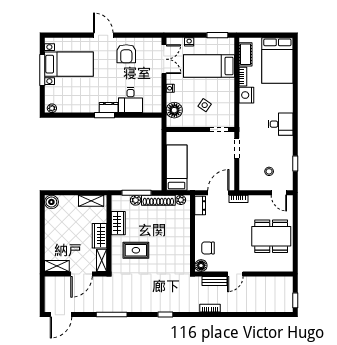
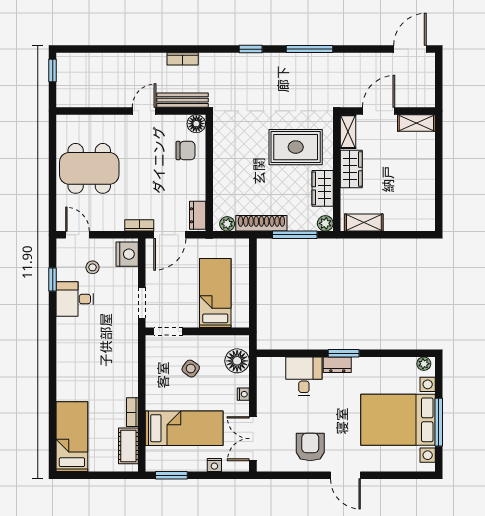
bed: (277, 60) -> (72, 437), width x0.67
bed with nightstands: (69, 64) -> (398, 420), width x1.36
nightstand: (246, 95) -> (127, 254), moved
desk: (281, 124) -> (75, 299), moved
bed: (177, 168) -> (215, 293), moved, turned 180
plant: (136, 200) -> (325, 223), moved
boiler: (51, 202) -> (425, 221), removed
rug: (136, 250) -> (296, 147), width x1.36, depth x1.43
bench: (215, 281) -> (182, 100), width x1.36
window: (112, 315) -> (309, 49), moved

